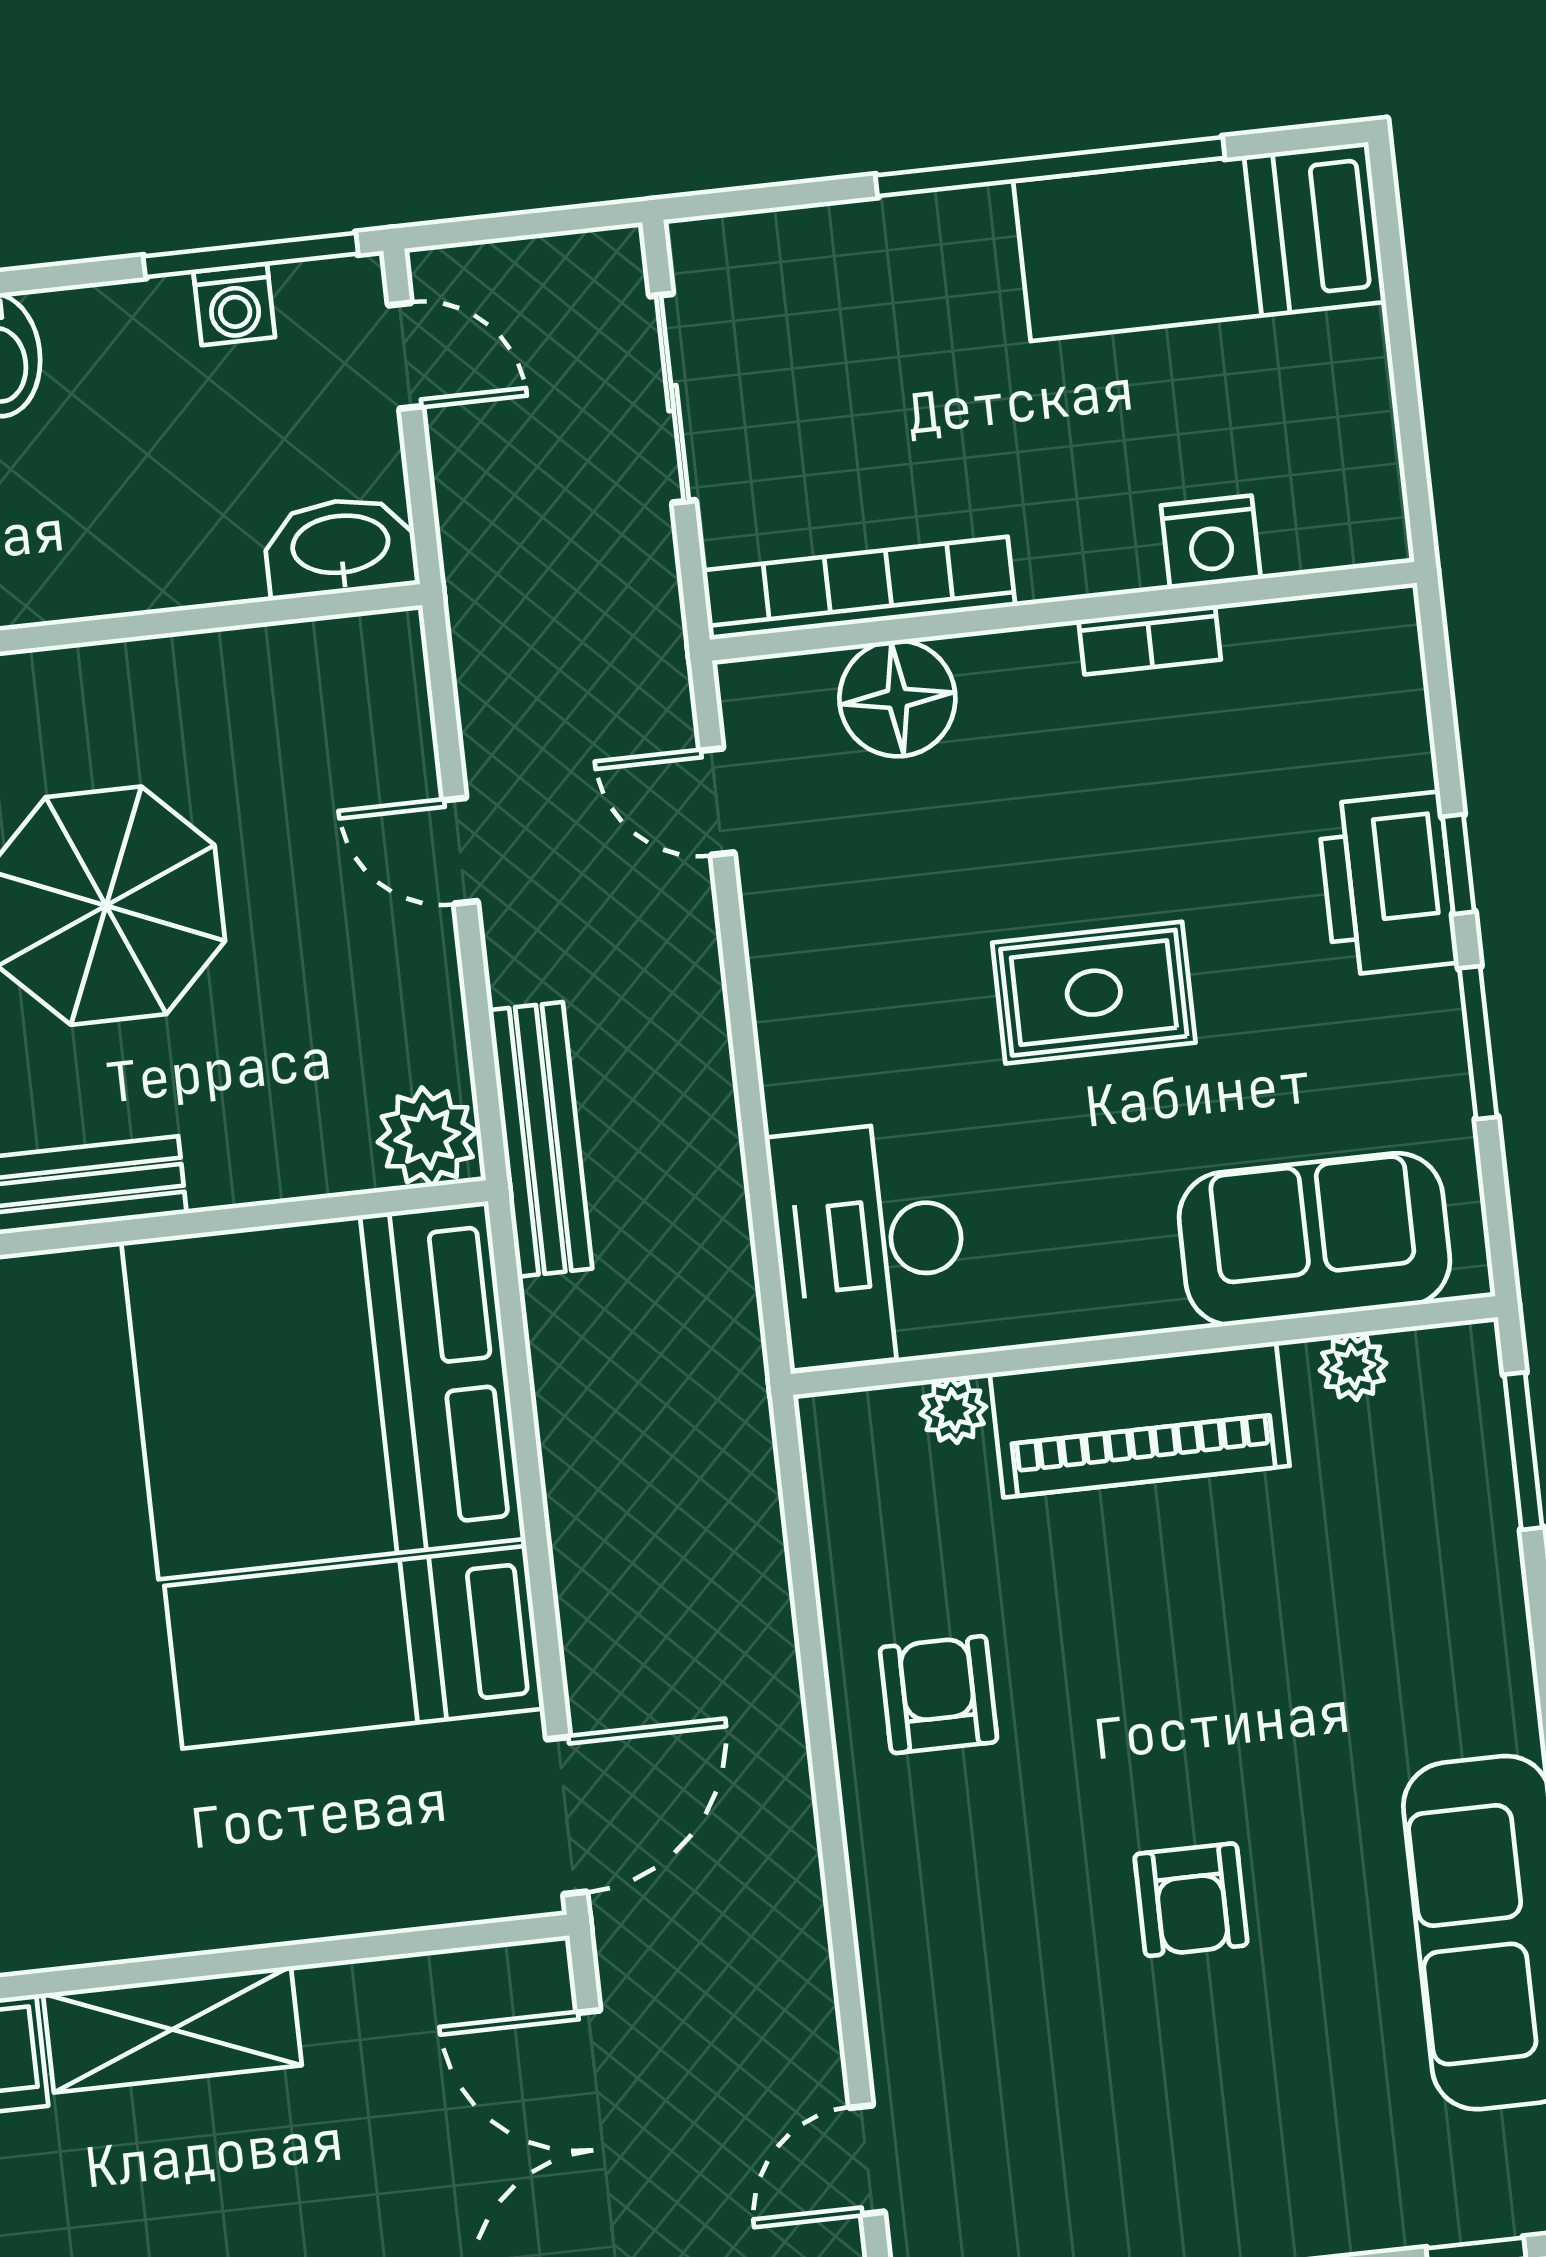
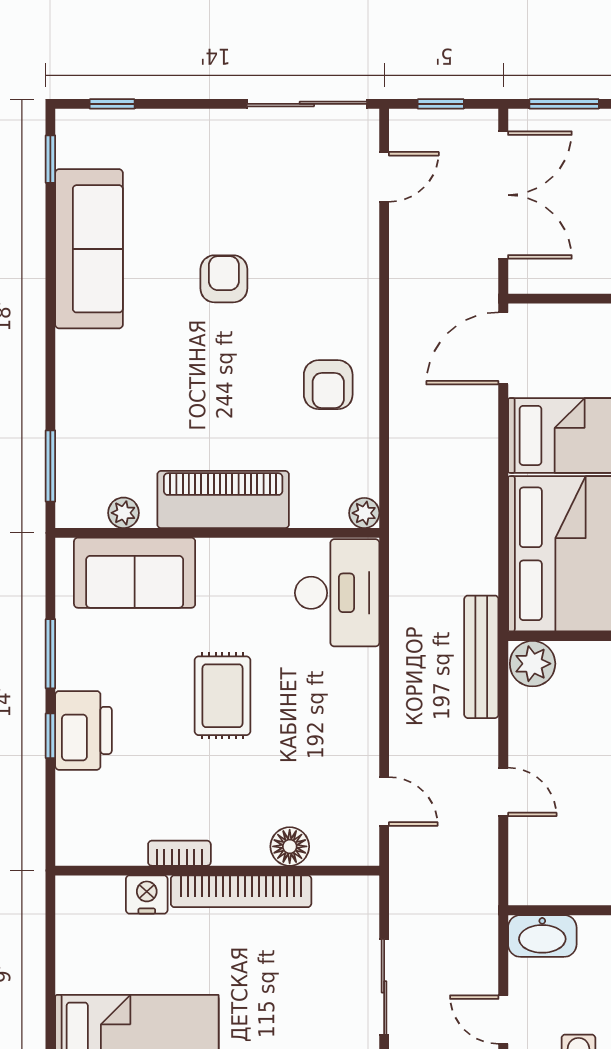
bookcase: (859, 588) -> (241, 891), moved
floor lamp: (897, 698) -> (290, 846), width x0.73, depth x0.73
rug: (1094, 993) -> (222, 696), turned 90
plant: (953, 1410) -> (364, 513), moved

